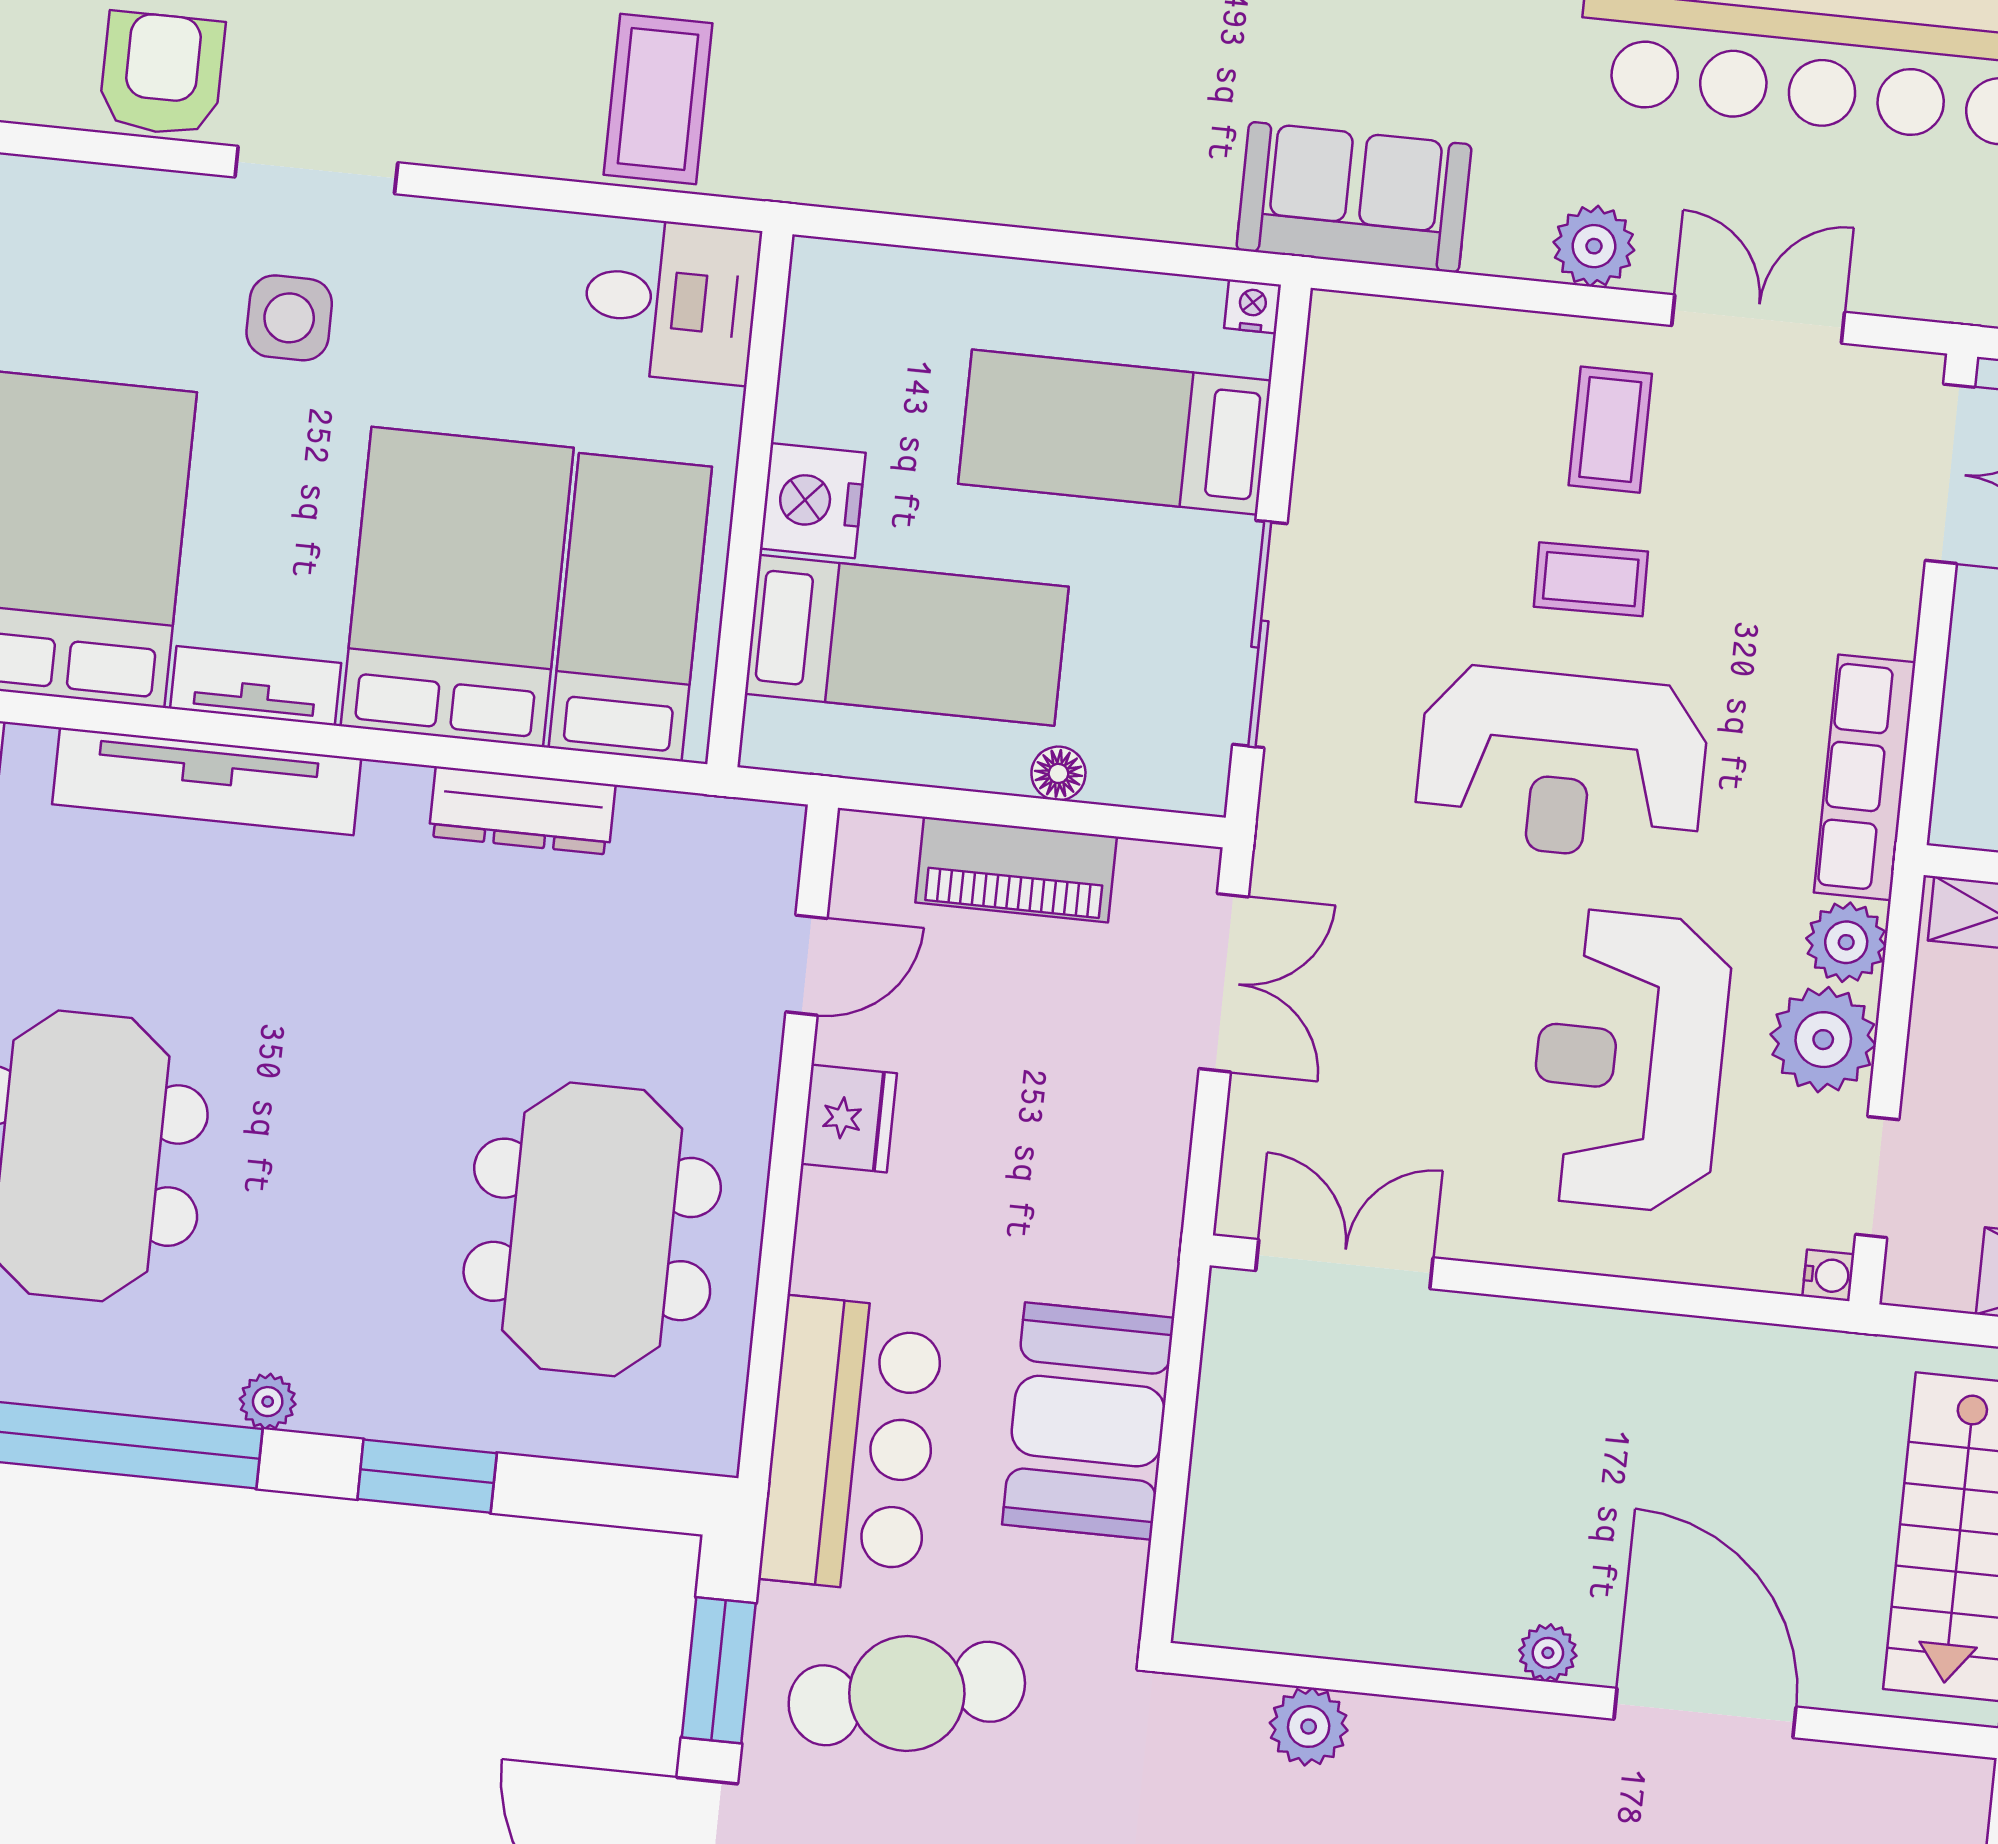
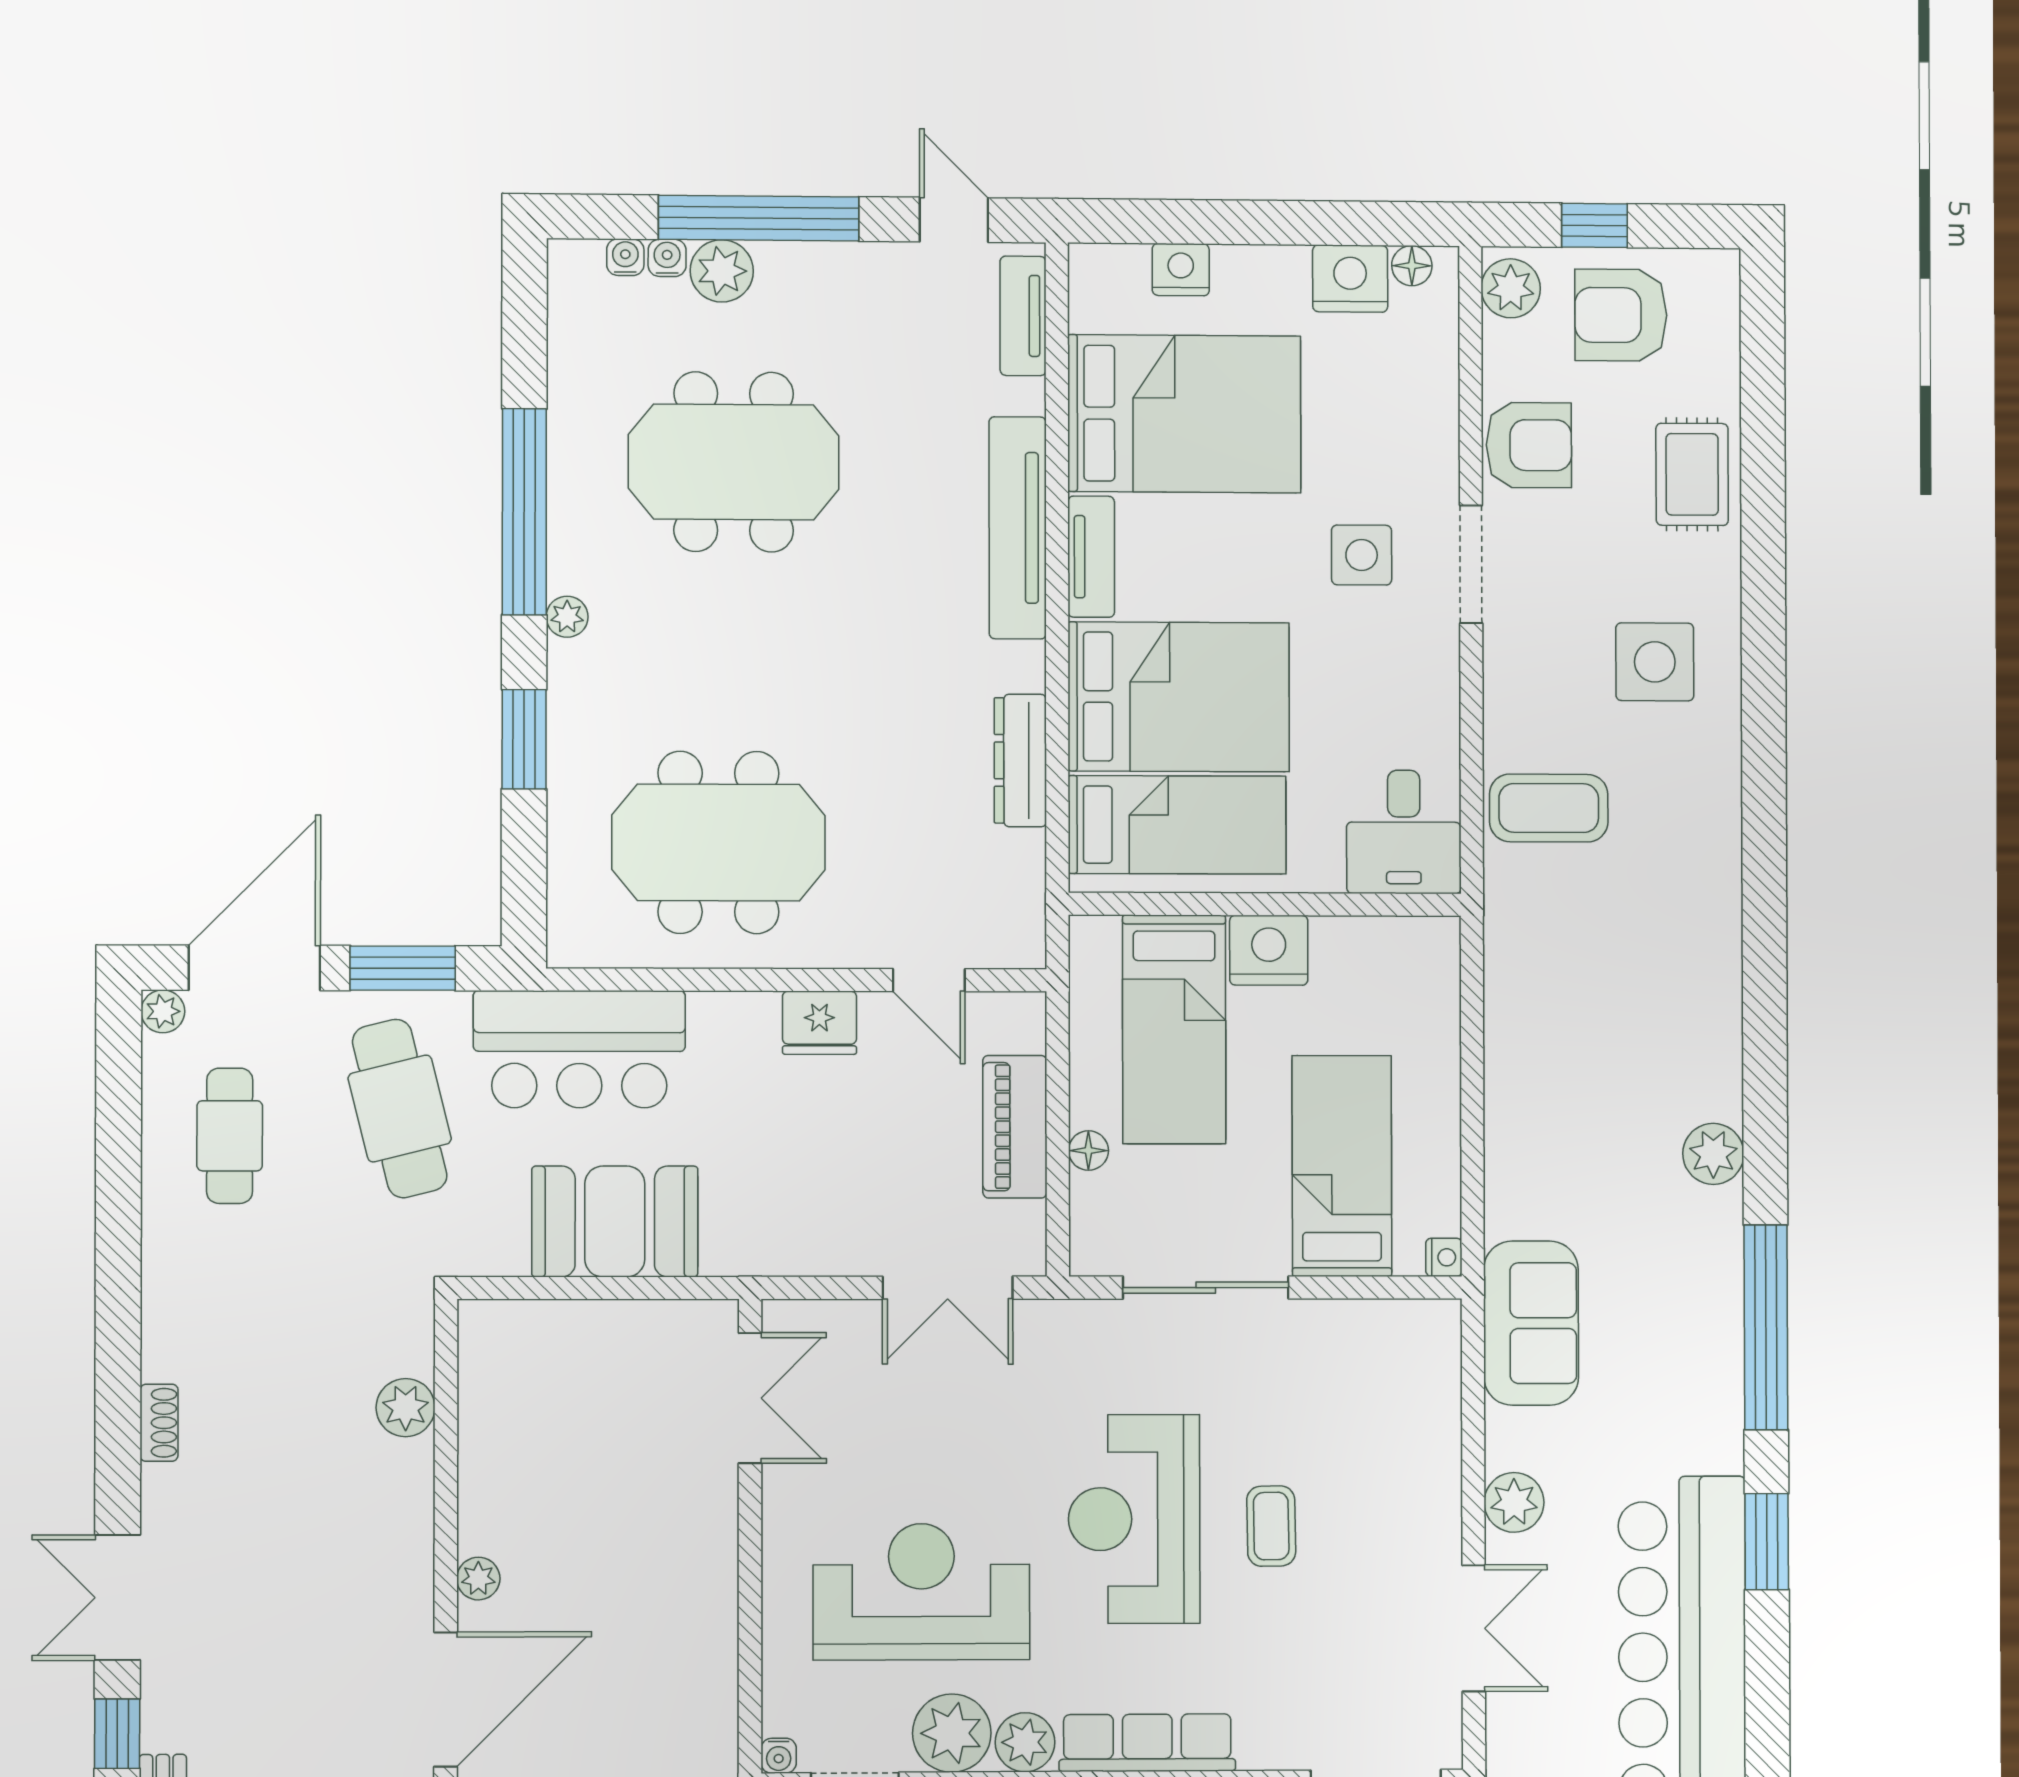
coffee table: (1610, 430) -> (1382, 1529), removed

